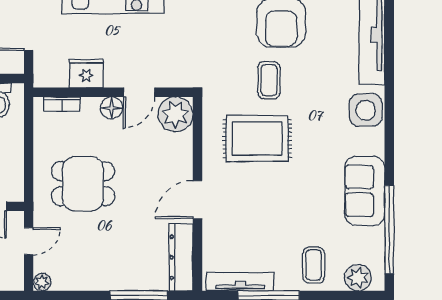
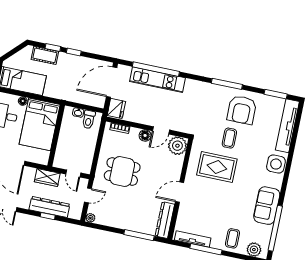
fridge: (86, 73) -> (116, 108), moved, turned 90

